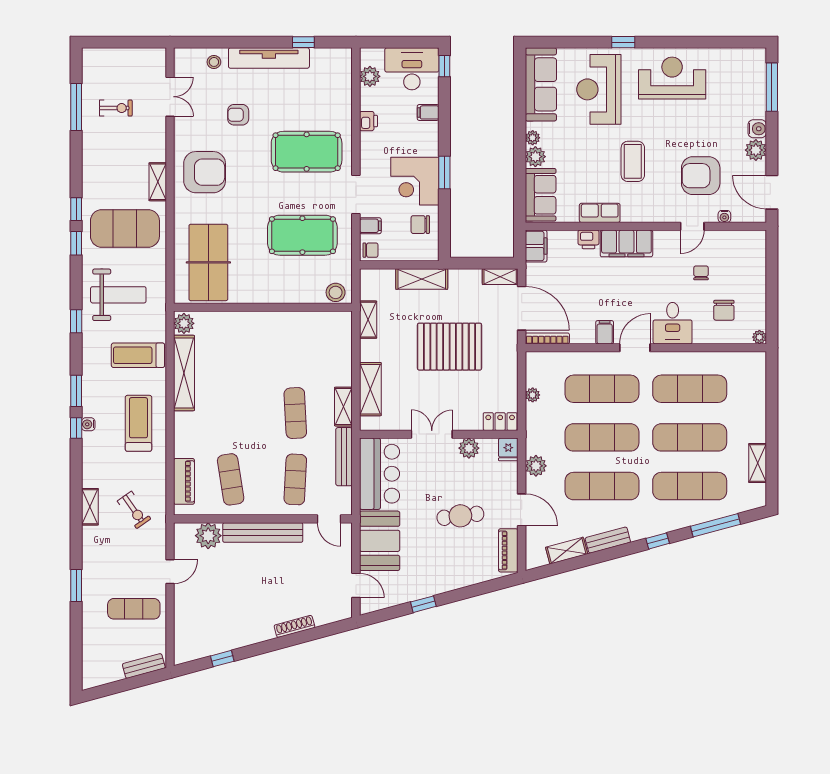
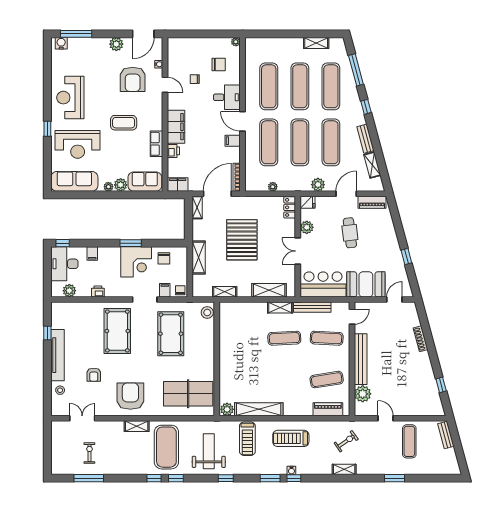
water cooler: (757, 129) -> (61, 43), moved

